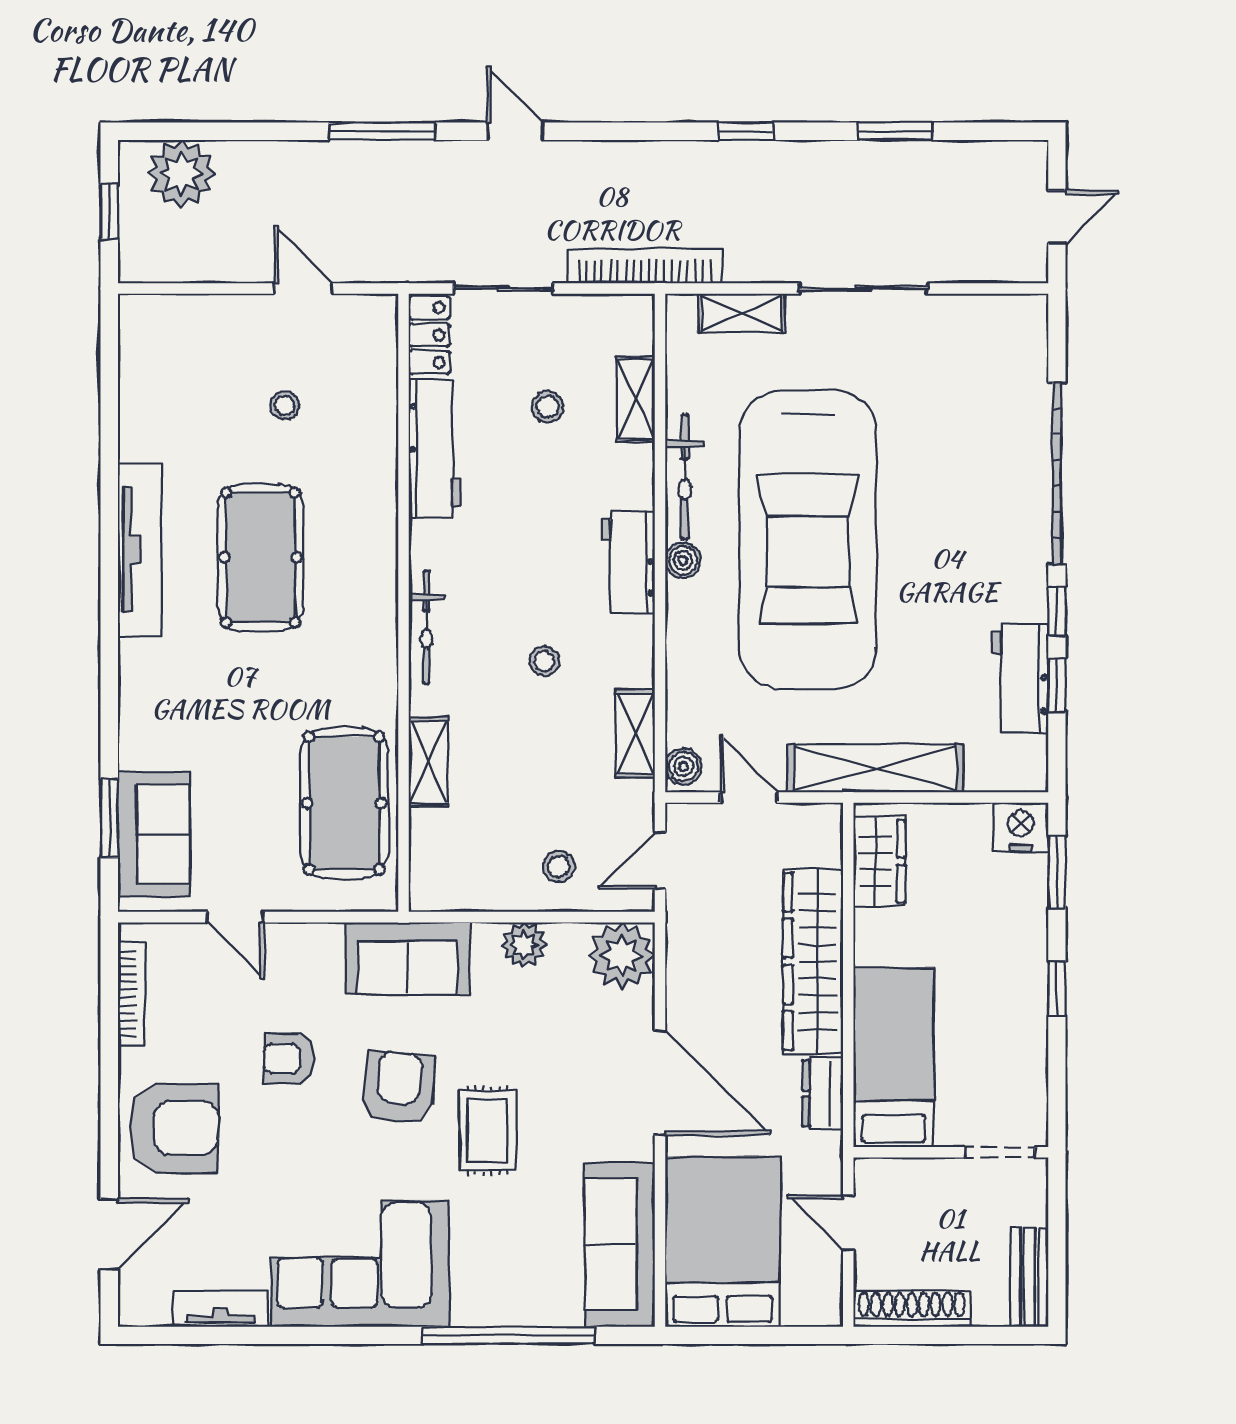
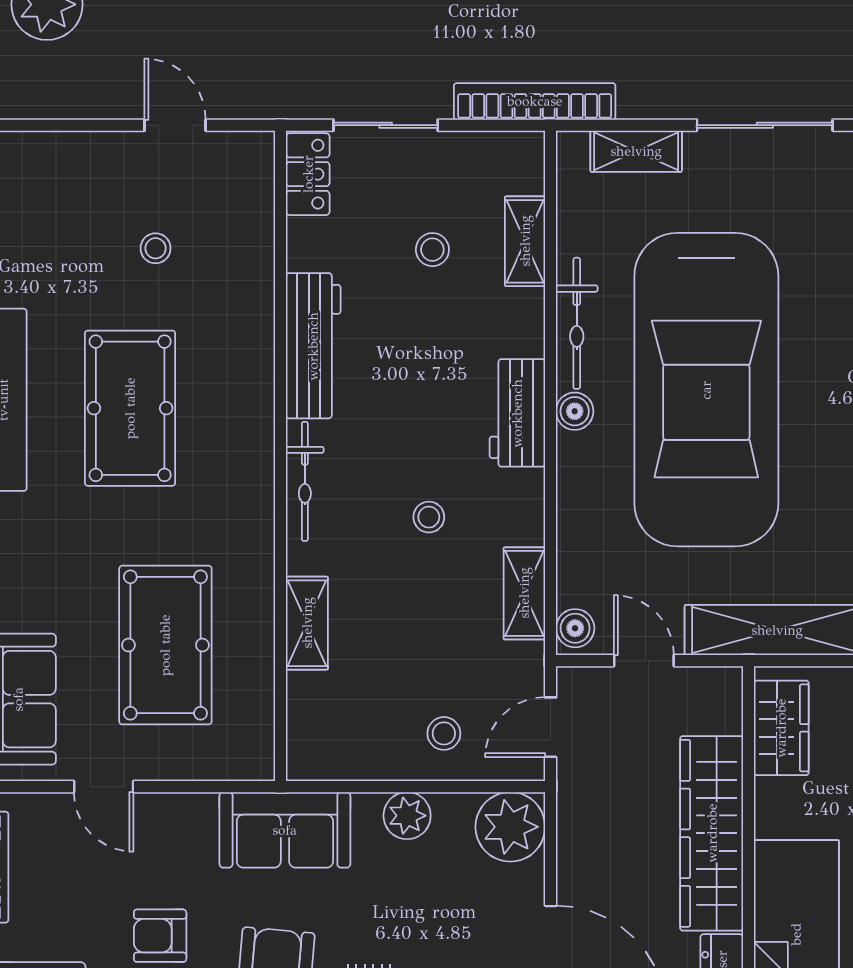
workbench: (434, 448) -> (313, 346), moved
pool table: (344, 803) -> (165, 645), moved

